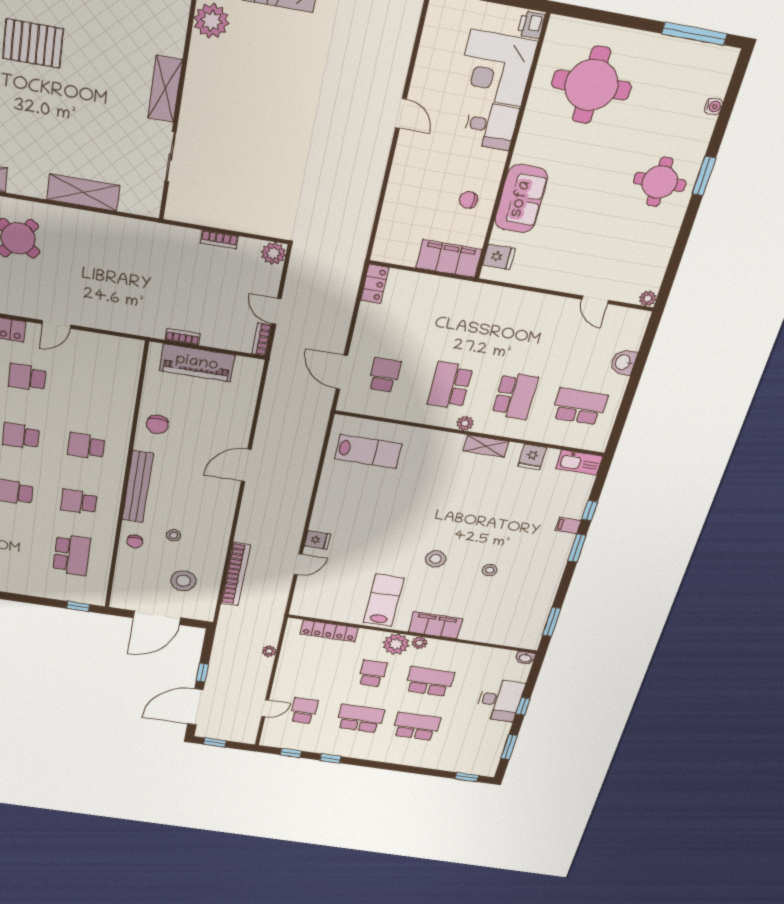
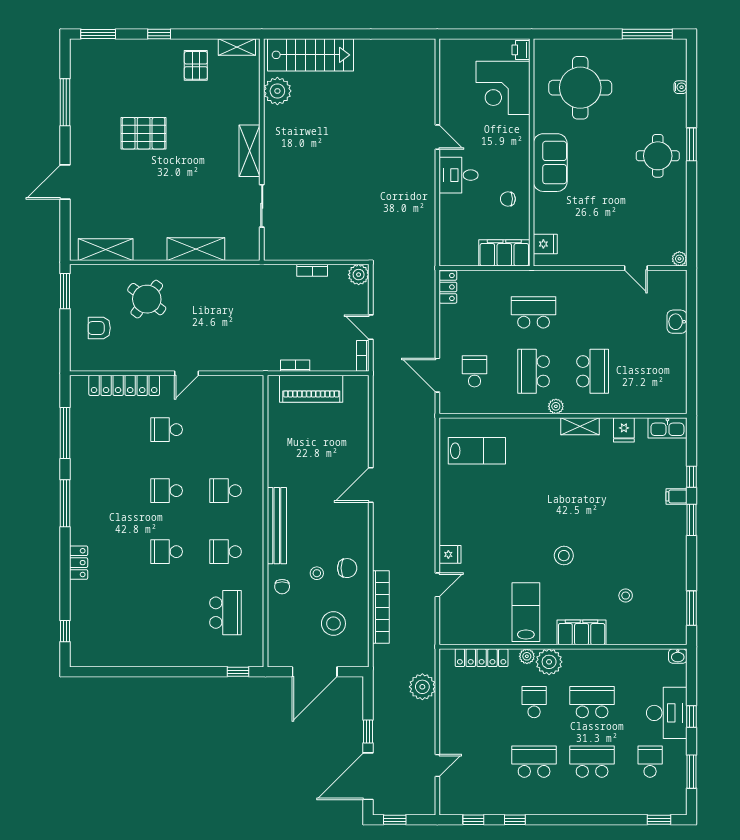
desk: (491, 126) -> (459, 175), moved, turned 180
sofa: (521, 199) -> (550, 163), moved
school desk: (580, 406) -> (534, 312), moved
chair: (157, 424) -> (347, 568), moved, turned -90
stool: (490, 570) -> (626, 596), moved
plant: (419, 643) -> (527, 656), moved
plant: (269, 651) -> (422, 687), width x1.88, depth x1.88
school desk: (304, 711) -> (650, 762), moved

